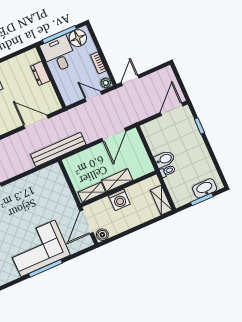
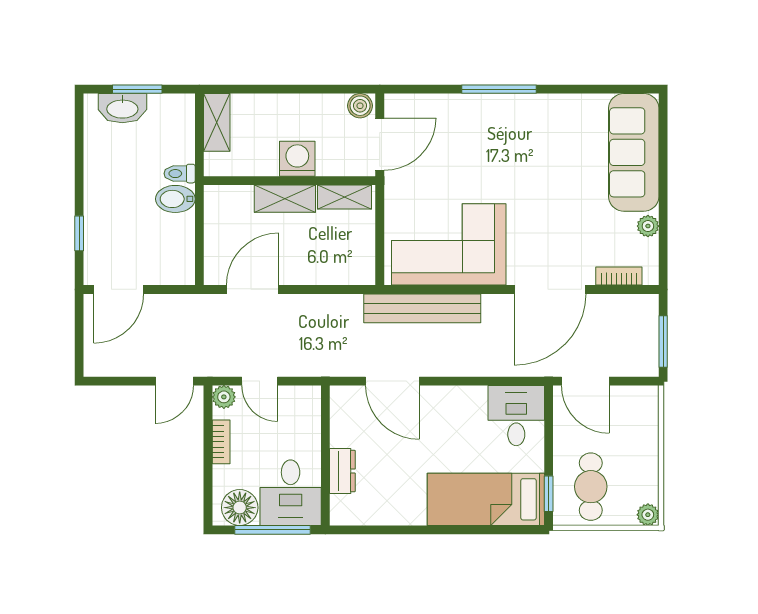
bench: (58, 150) -> (422, 308), moved
corner sofa: (38, 248) -> (449, 244), moved, turned 180

